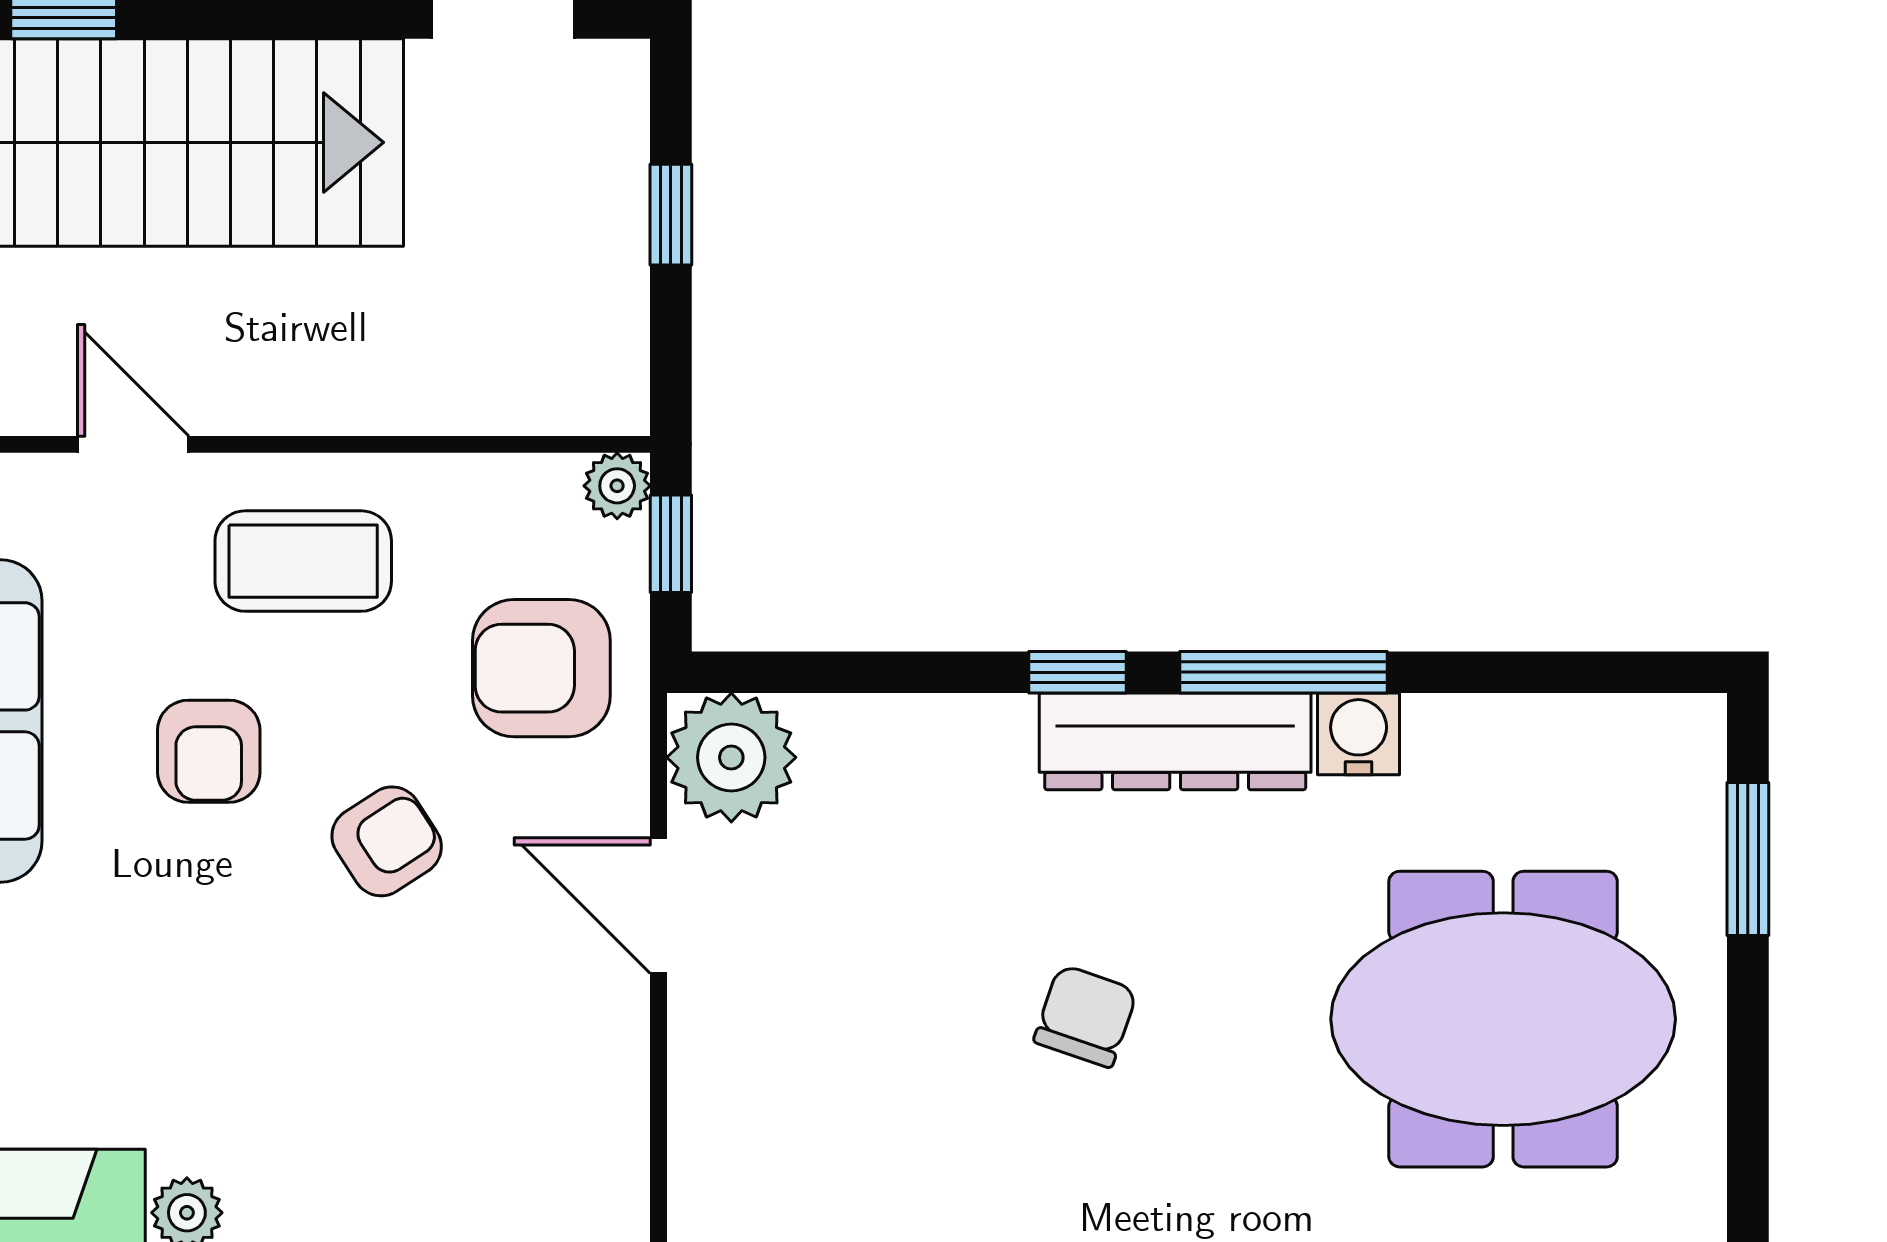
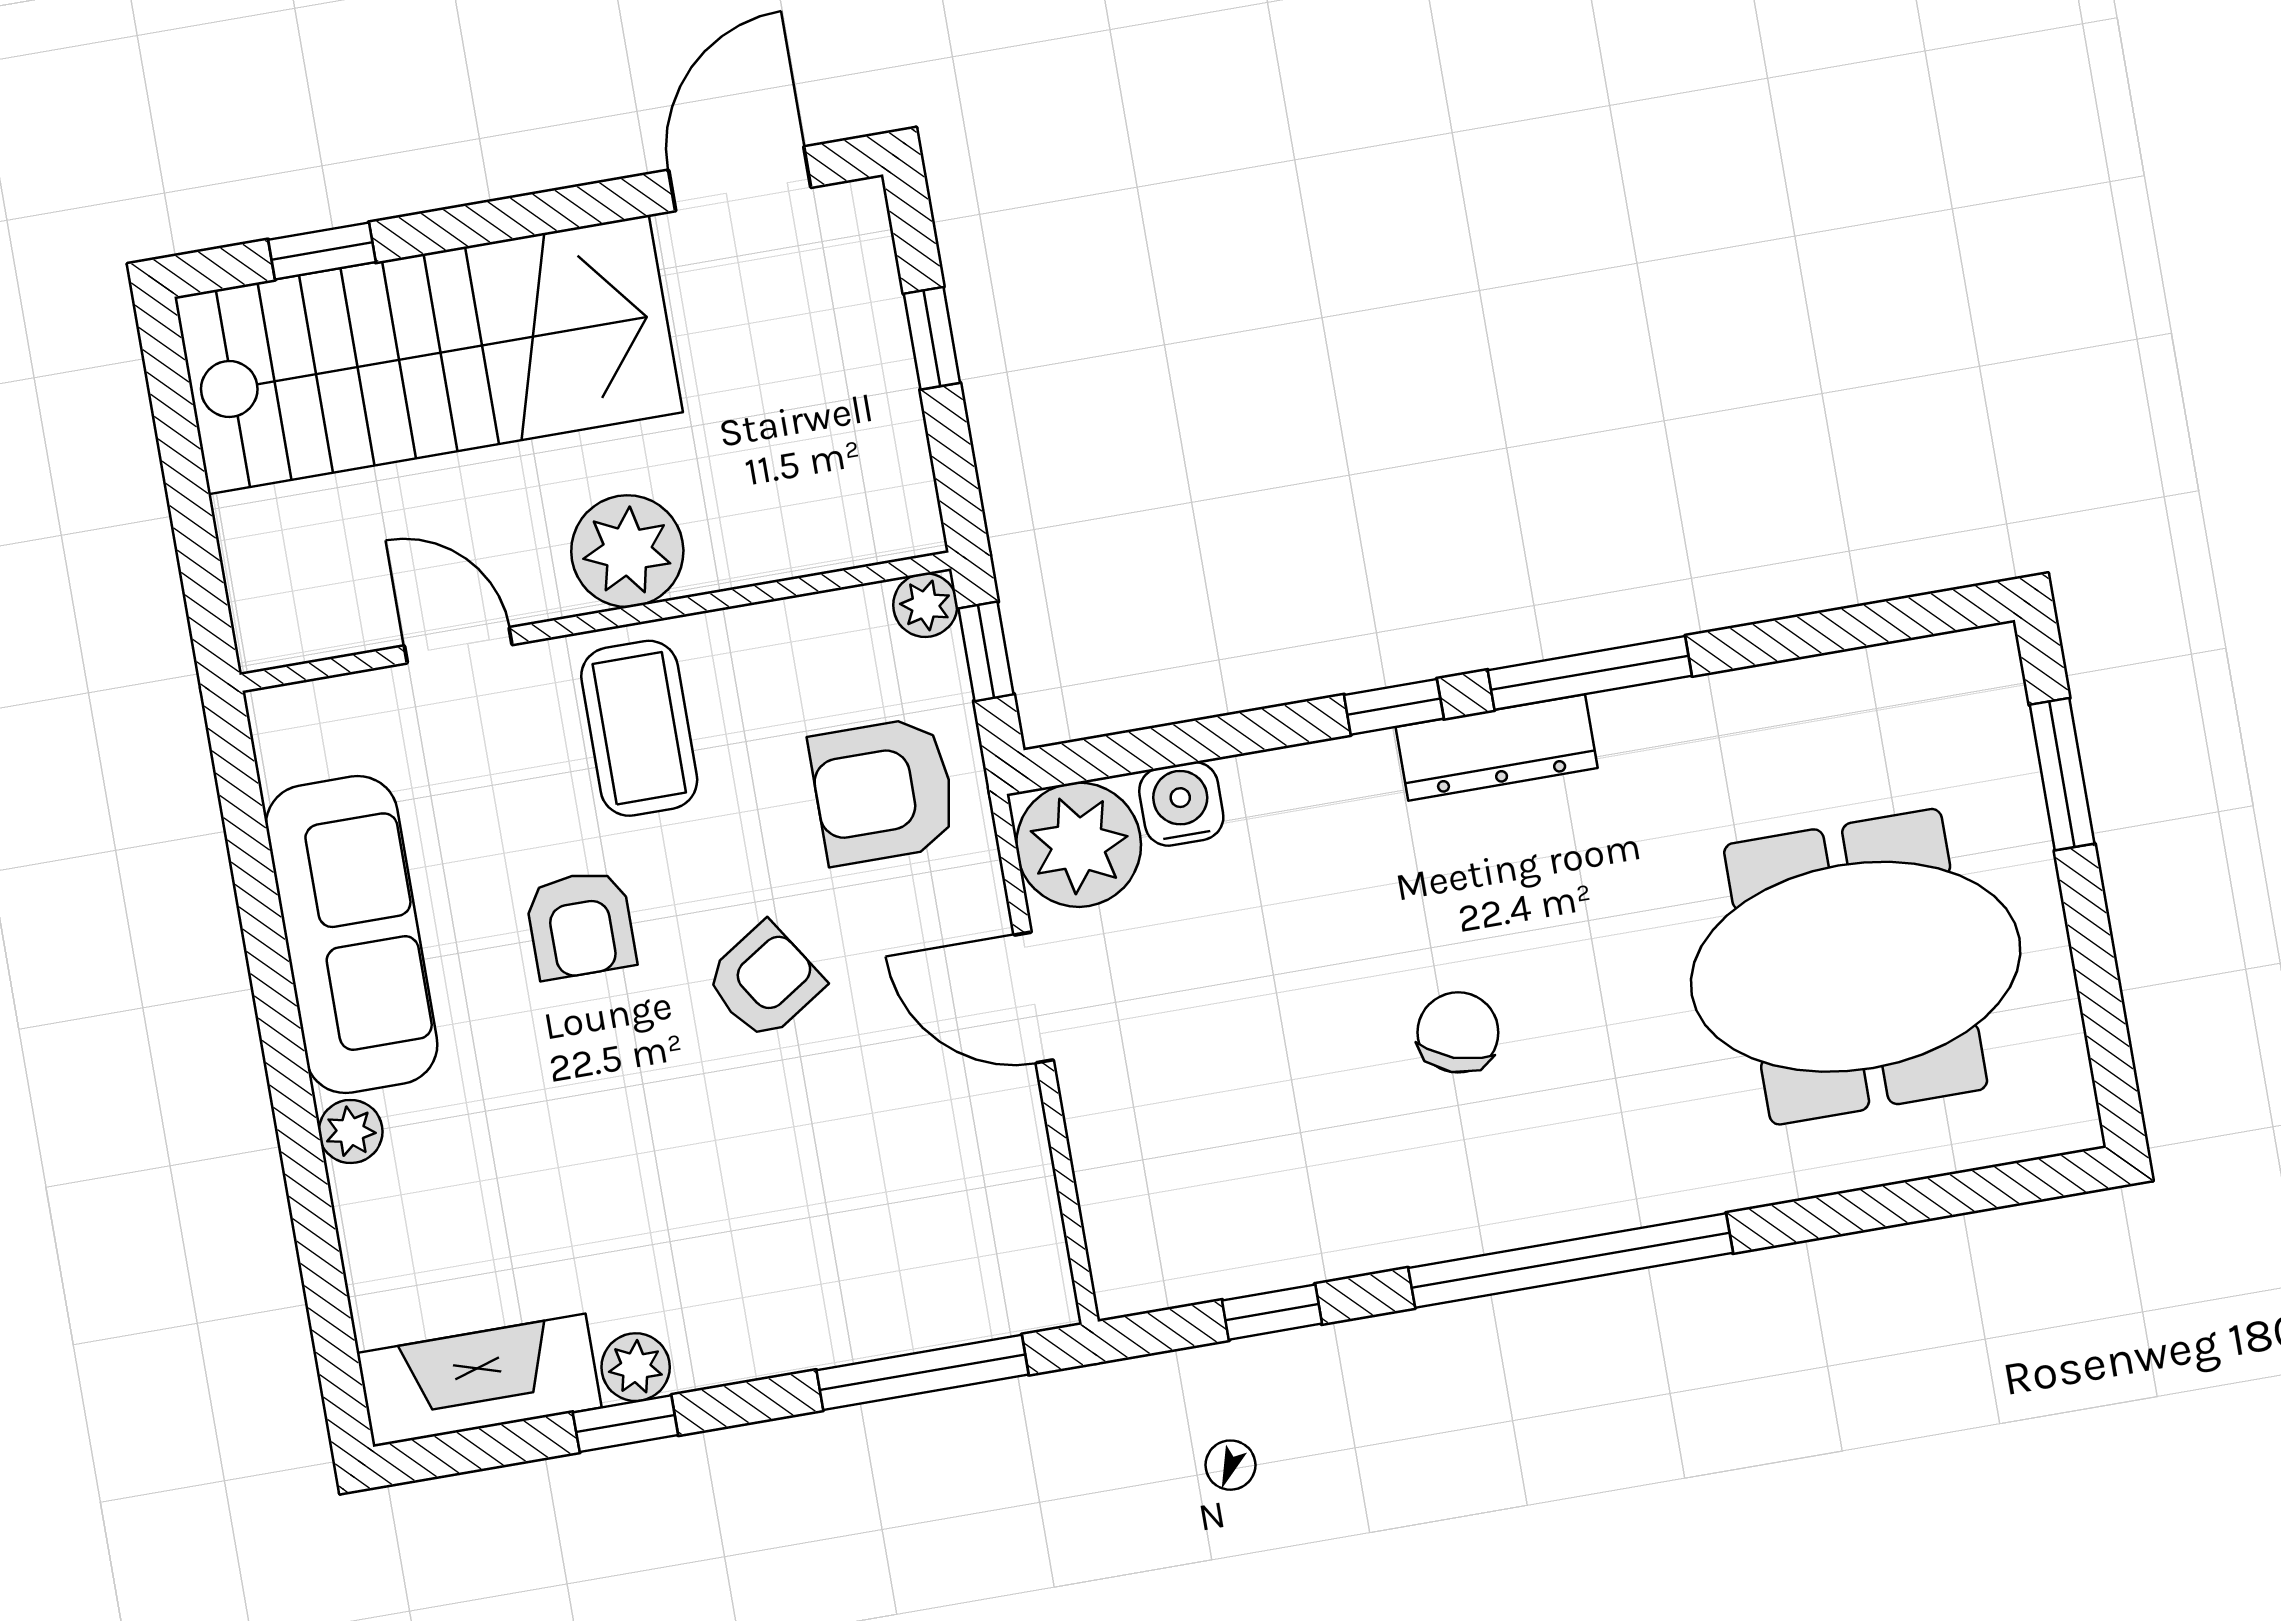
plant: (322, 378) -> (627, 551), added
coffee table: (303, 561) -> (639, 728), turned 90
water cooler: (1359, 734) -> (1181, 804), moved
dresser: (1175, 741) -> (1497, 747), width x0.73, depth x0.80

